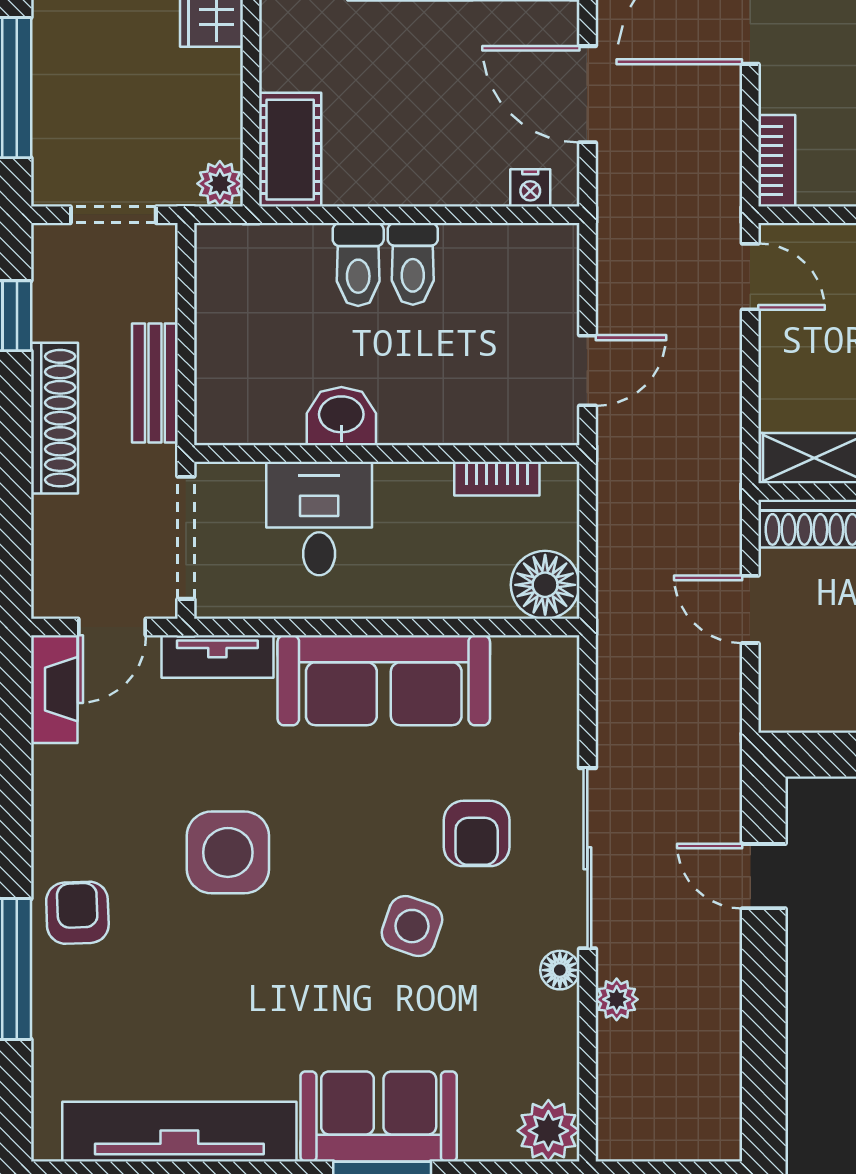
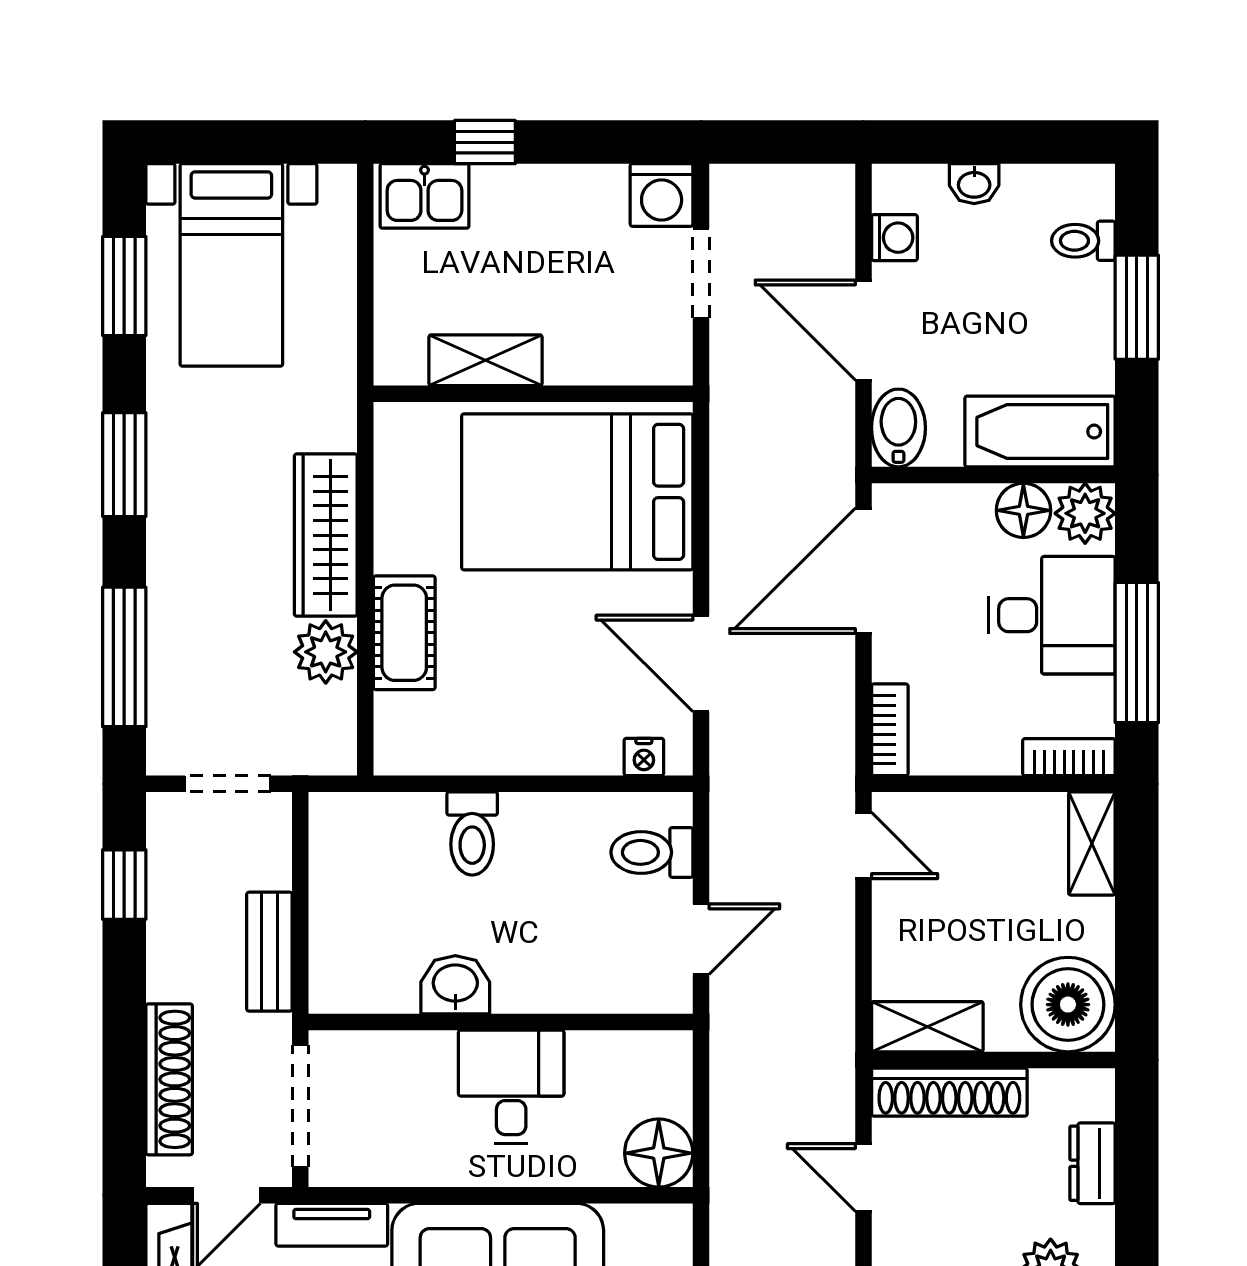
cot: (290, 150) -> (404, 633), moved
plant: (220, 184) -> (326, 652), moved, width x1.38, depth x1.38
toilet: (413, 264) -> (652, 852), moved, turned 90
shoe rack: (55, 418) -> (169, 1079), moved
bookcase: (497, 479) -> (611, 1047), removed
desk: (319, 519) -> (511, 1087), moved

